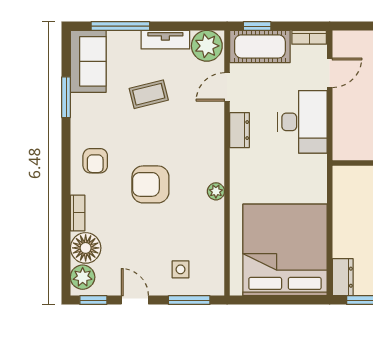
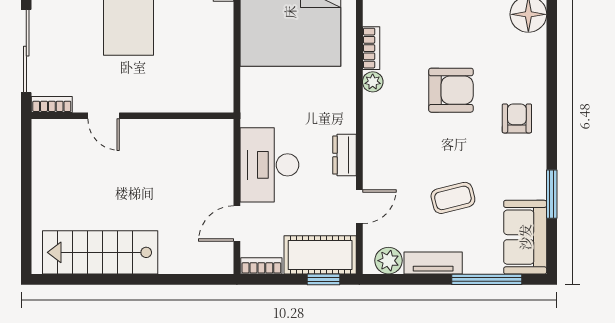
plant: (207, 46) -> (388, 261), width x0.73, depth x0.73
bookcase: (78, 213) -> (371, 48), moved, turned 180

